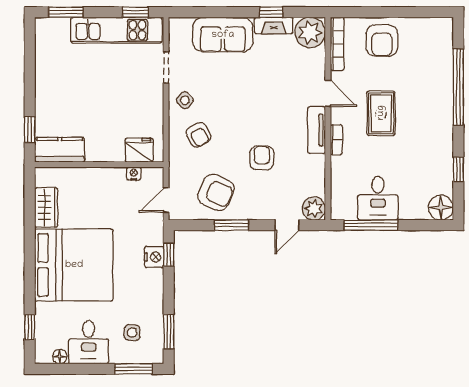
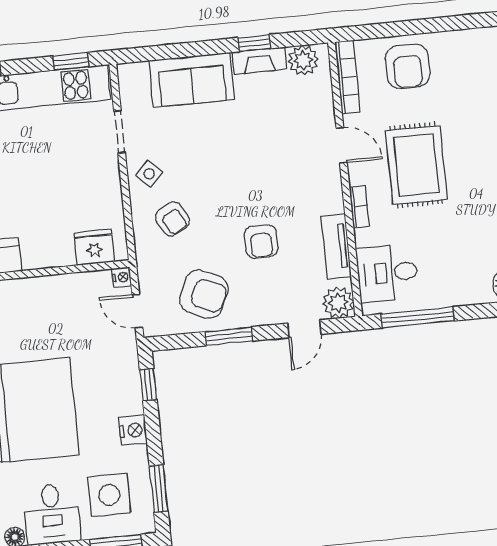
plant: (310, 32) -> (303, 60), width x0.73, depth x0.73
rug: (381, 113) -> (416, 165), width x1.36, depth x1.43
tv unit: (317, 130) -> (336, 246), moved
armchair: (262, 158) -> (261, 241), turned 180
nightstand: (134, 174) -> (122, 277), moved, turned 90
desk: (378, 198) -> (387, 273), moved, turned 90
door: (166, 200) -> (137, 311), hinge flipped
nightstand: (154, 257) -> (133, 430), moved
side table: (132, 333) -> (109, 495), width x1.87, depth x1.87

